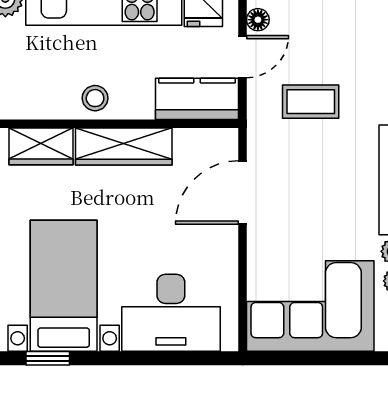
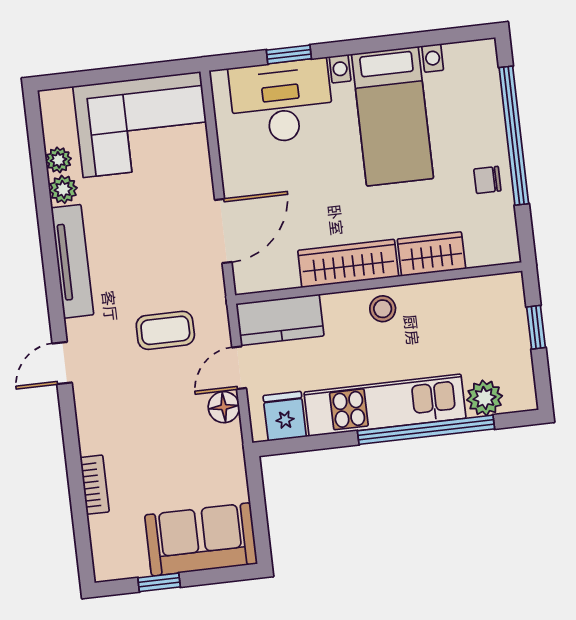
floor lamp: (258, 20) -> (224, 407), width x1.37, depth x1.37
window: (48, 358) -> (289, 54), moved

